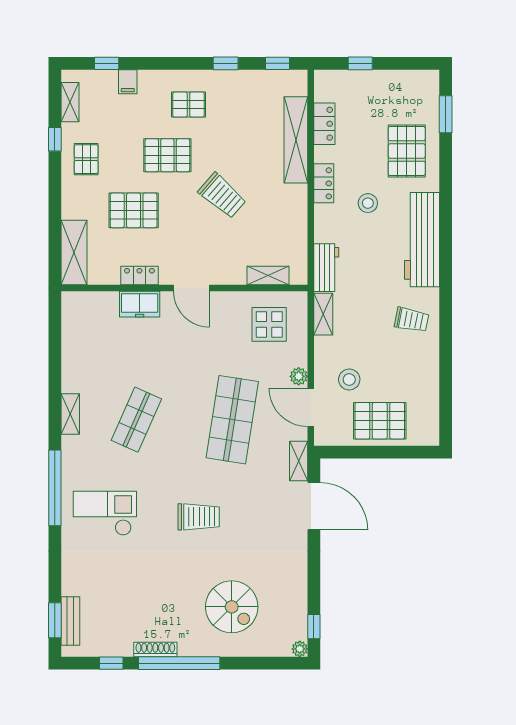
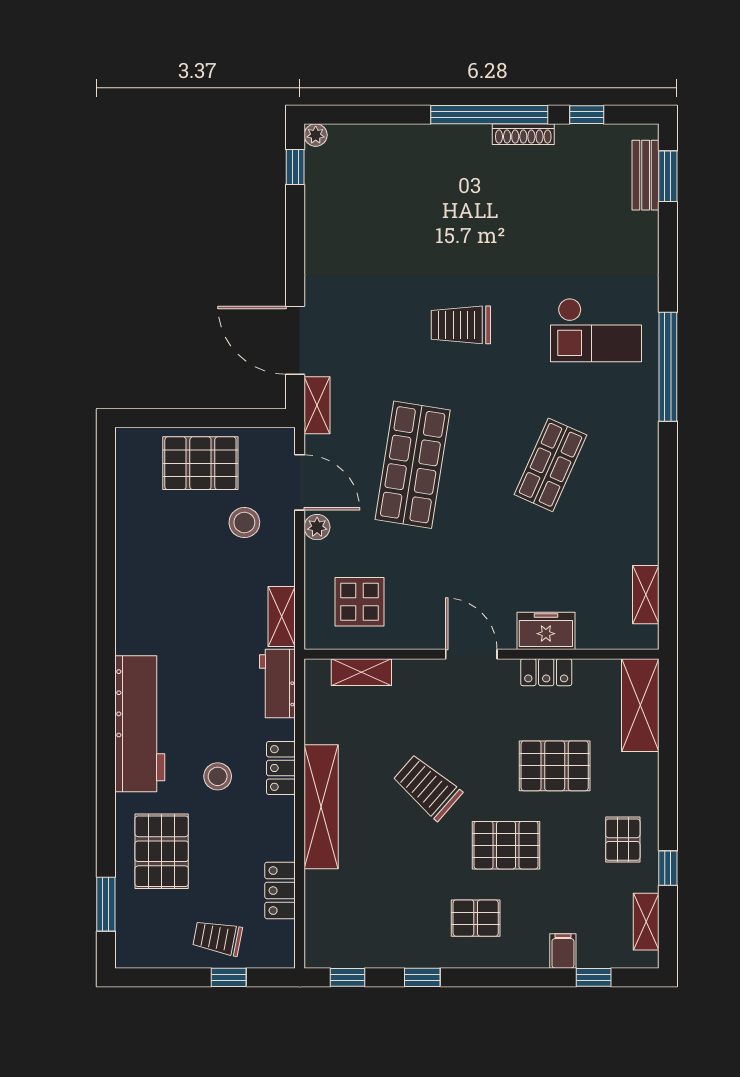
shelving: (296, 140) -> (321, 807), moved
locker: (324, 183) -> (281, 768), moved
trolley: (412, 320) -> (217, 938), moved
shelving: (70, 414) -> (646, 595), moved
spiral stairs: (232, 607) -> (414, 195), removed

